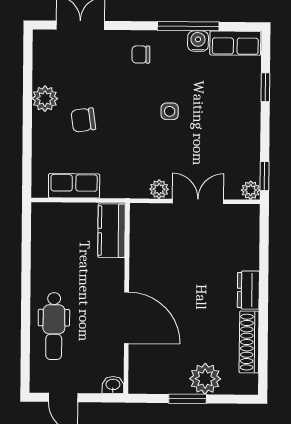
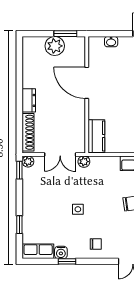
window: (188, 26) -> (67, 261), width x0.46
kitchen counter: (112, 231) -> (96, 136), moved
wall: (127, 298) -> (87, 95), moved
door: (126, 318) -> (87, 83), moved
shoe rack: (249, 342) -> (28, 132), moved

